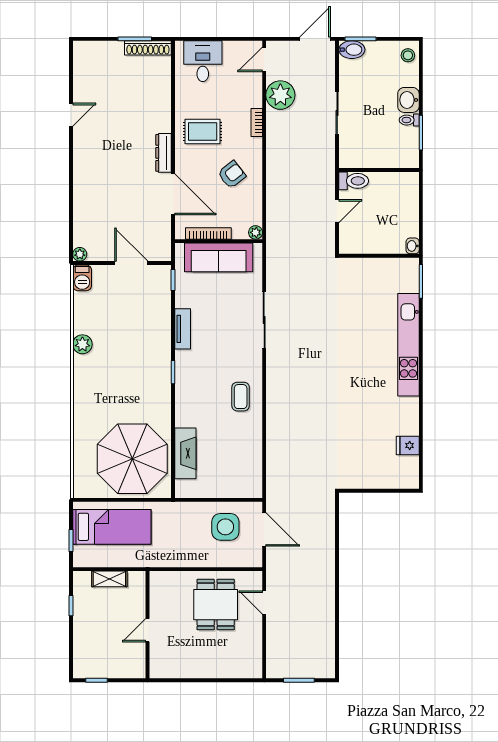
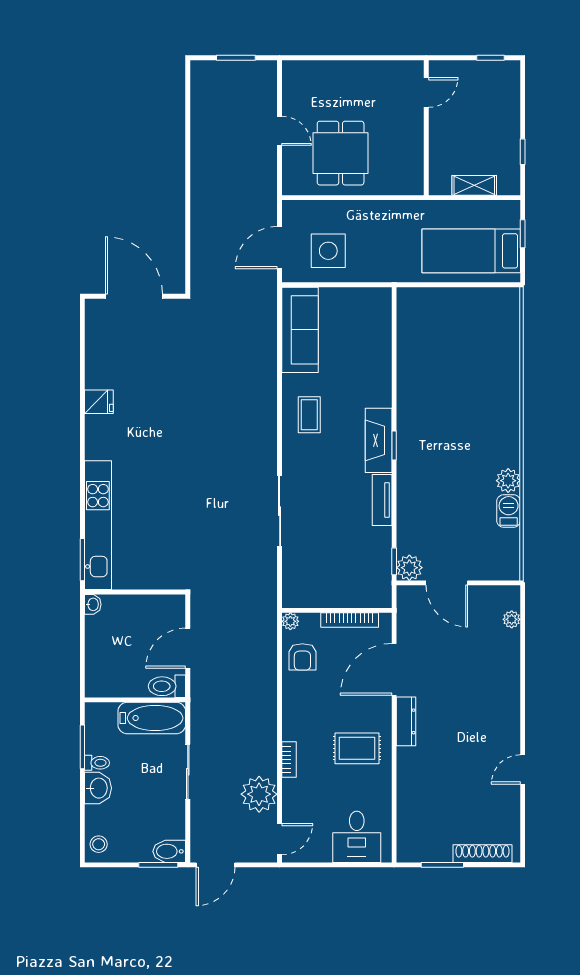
shoe rack: (148, 48) -> (482, 854), moved
bathtub: (366, 156) -> (152, 718), added
armchair: (232, 175) -> (302, 657), moved, turned -52
door: (173, 194) -> (394, 669), hinge flipped
door: (337, 211) -> (188, 648), width x1.37
plant: (80, 254) -> (512, 619), moved
sofa: (219, 257) -> (300, 330), moved, turned 90
plant: (161, 275) -> (409, 568), added
barbecue: (82, 278) -> (509, 511), moved
kitchen unit: (408, 345) -> (98, 525), moved
fridge: (408, 446) -> (99, 402), moved
fireplace: (185, 453) -> (379, 440), moved
parasol: (132, 459) -> (446, 337), removed
door: (380, 491) -> (134, 296), added
door: (264, 529) -> (280, 248), hinge flipped
door: (264, 603) -> (280, 131), moved
door: (148, 630) -> (426, 92), moved

